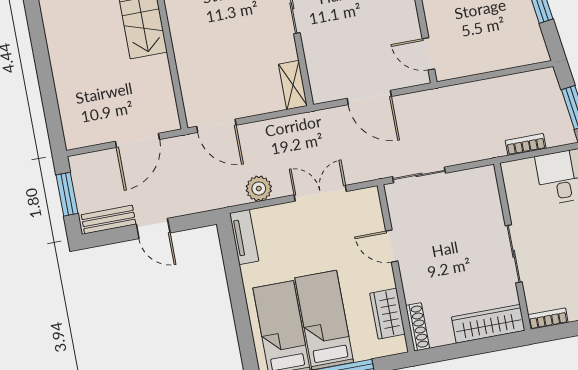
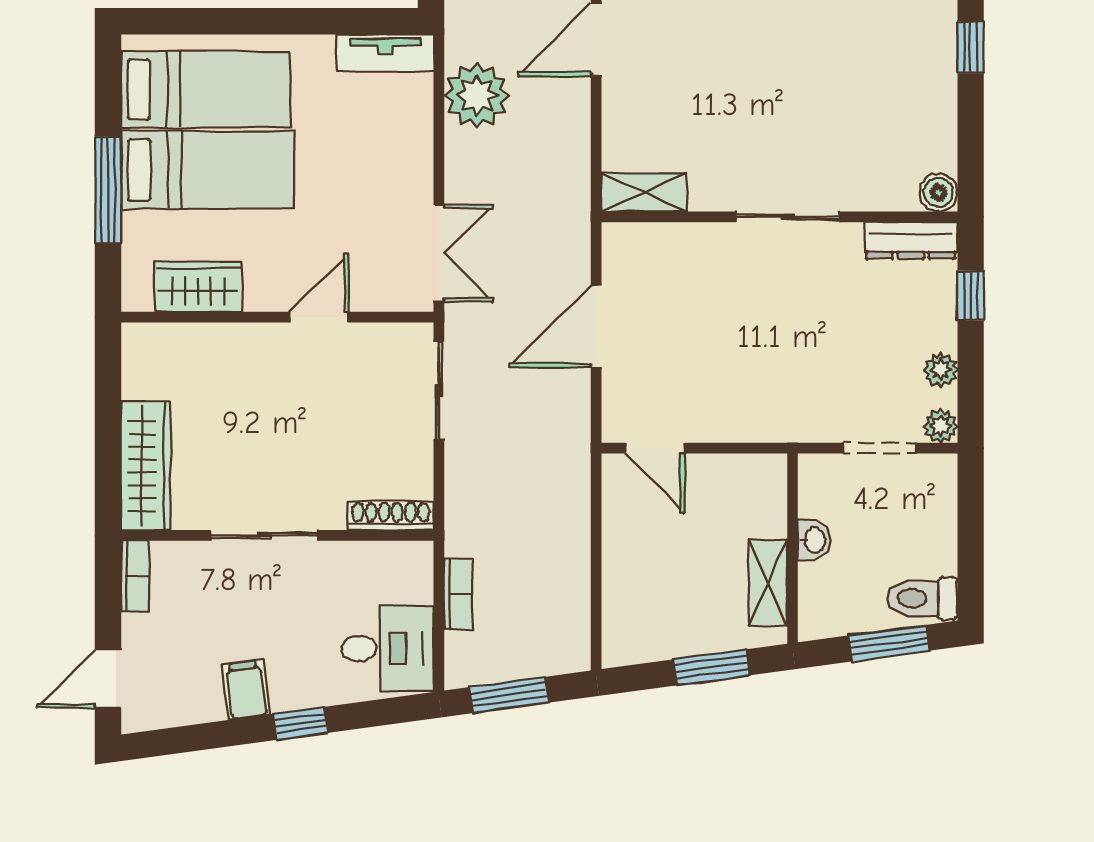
door: (428, 54) -> (655, 448), swing flipped
plant: (259, 189) -> (477, 96), width x1.36, depth x1.36
double door: (320, 193) -> (439, 253), moved
shoe rack: (418, 327) -> (391, 516), moved, turned 180

